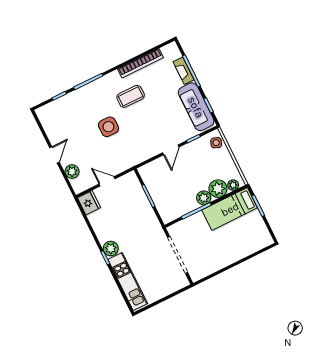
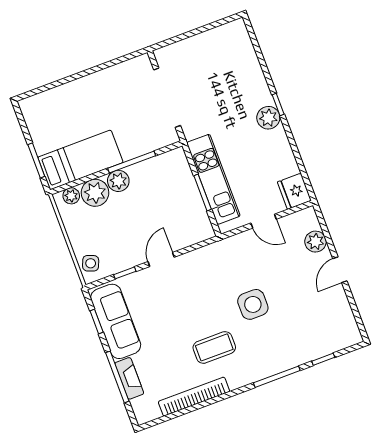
kitchen unit: (128, 281) -> (213, 179), moved, turned 180

